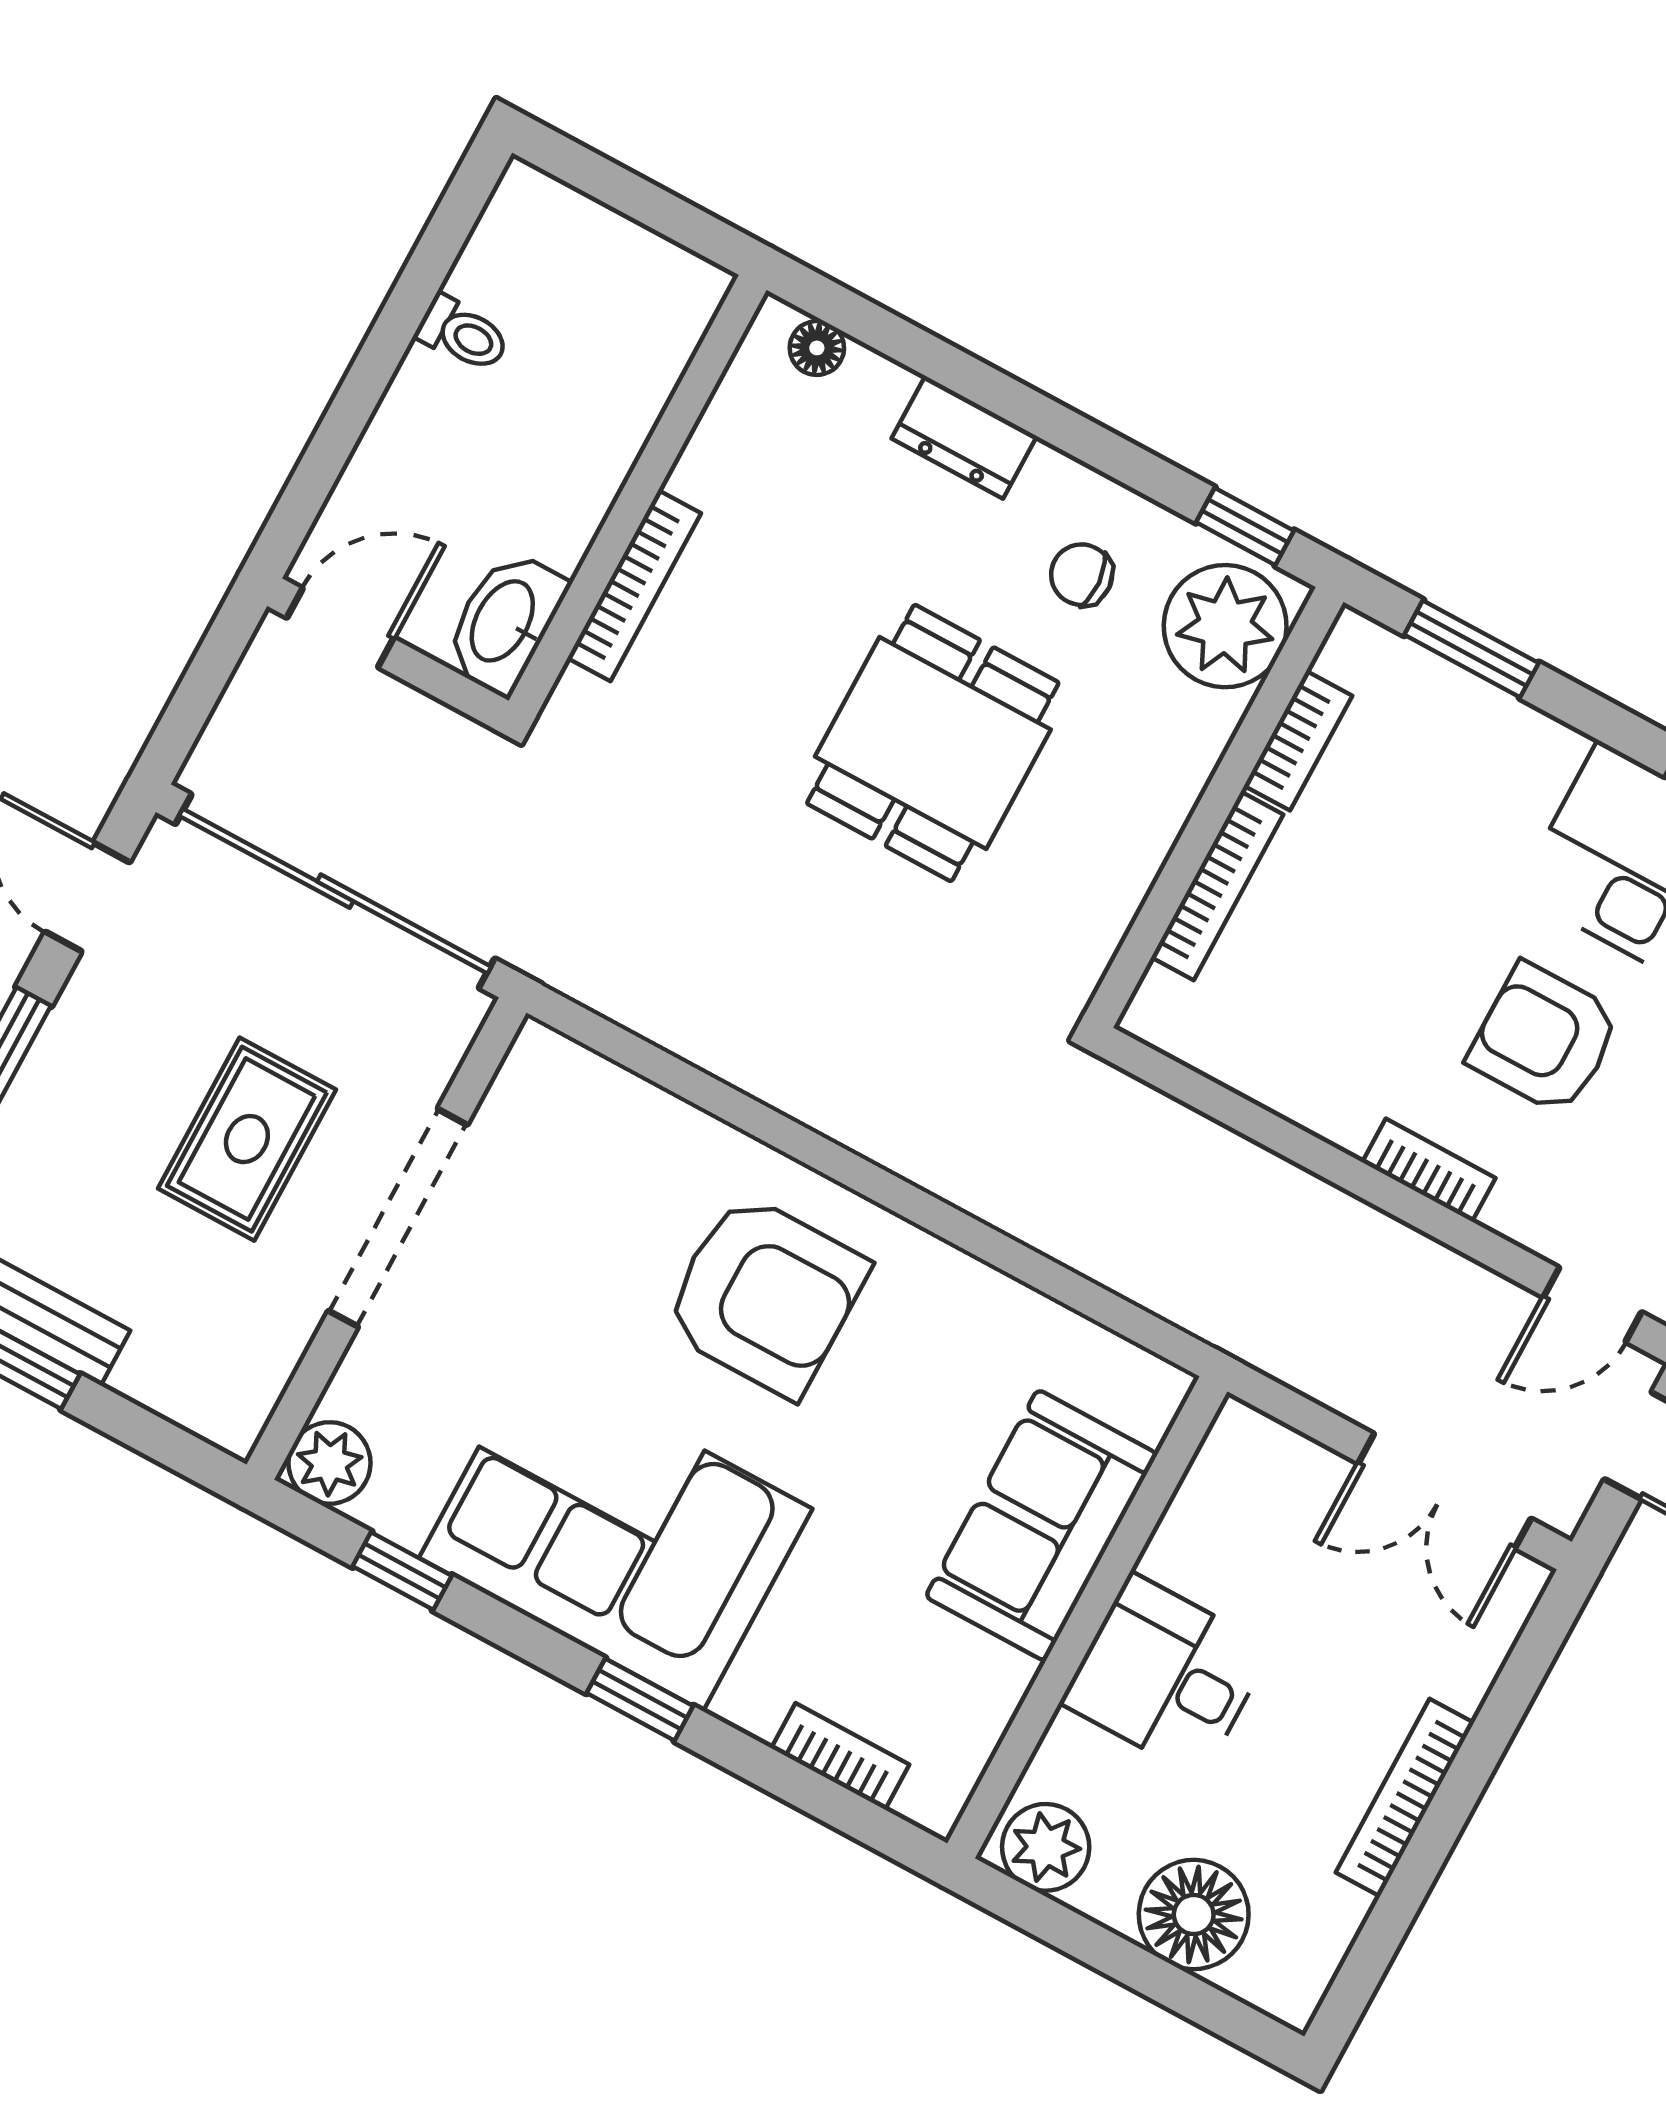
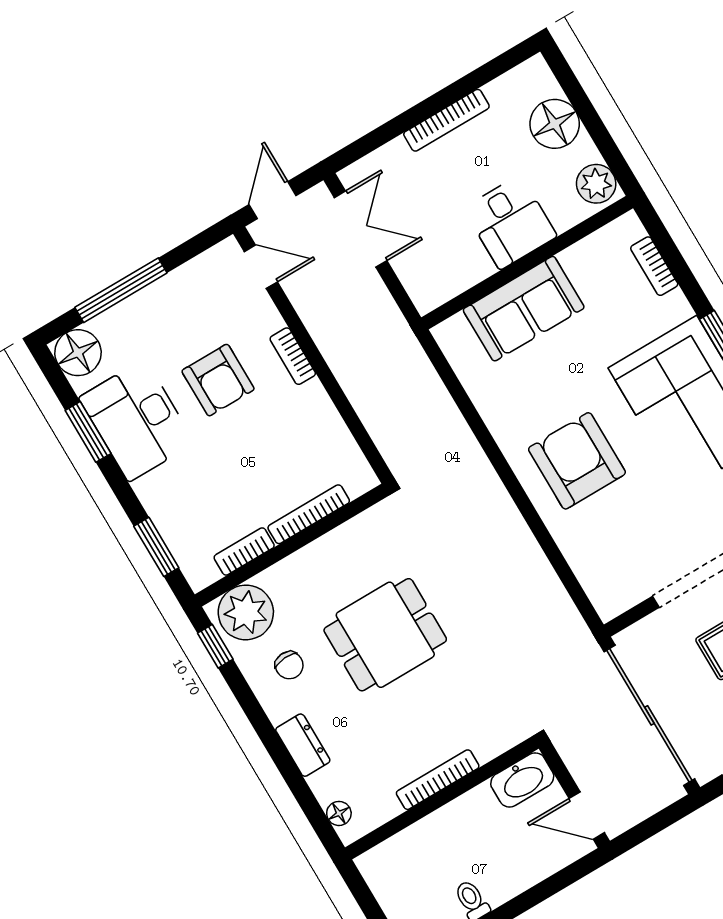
bookcase: (634, 586) -> (438, 780), moved

